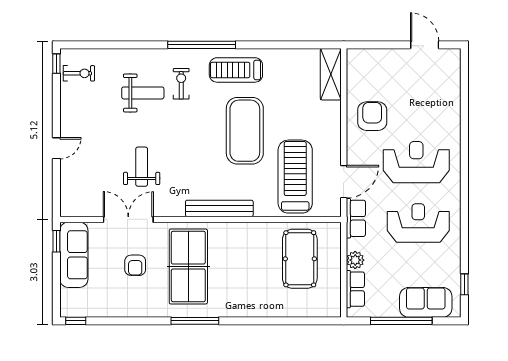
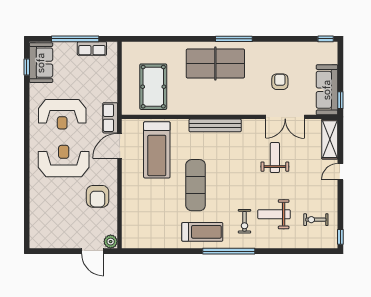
door: (425, 45) -> (93, 251), moved
exercise bike: (79, 73) -> (316, 220), moved
shelving: (331, 74) -> (330, 139), moved
exercise mat: (245, 131) -> (196, 185), width x0.68
reception desk: (416, 162) -> (64, 161), turned 180
weight bench: (142, 167) -> (275, 158), turned 180
plant: (355, 260) -> (111, 242), moved
table tennis table: (188, 266) -> (215, 64), moved, turned 90
row of seats: (355, 289) -> (92, 48), moved, turned -90
sofa: (426, 302) -> (41, 63), moved, turned -90

